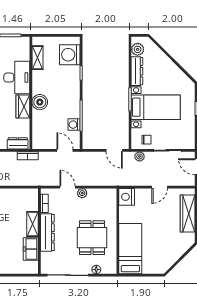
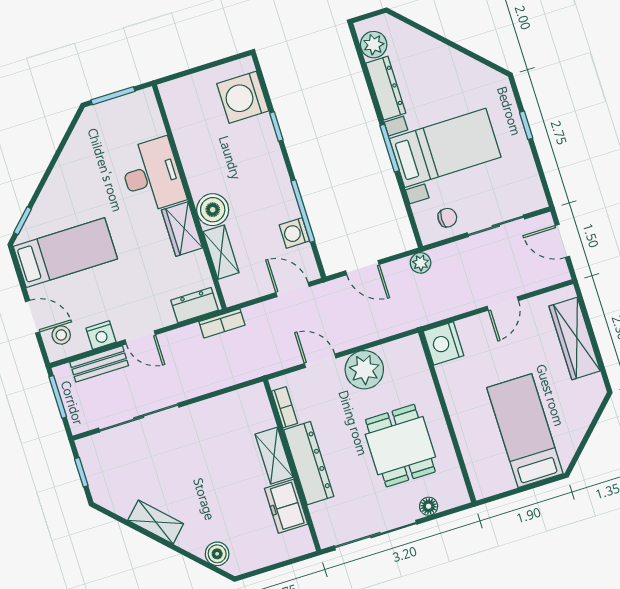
shelving: (38, 58) -> (221, 252), moved
door: (114, 150) -> (362, 268), moved
plant: (140, 156) -> (421, 263), moved
plant: (82, 193) -> (364, 370), width x1.88, depth x1.88
bed: (130, 249) -> (525, 431), moved

